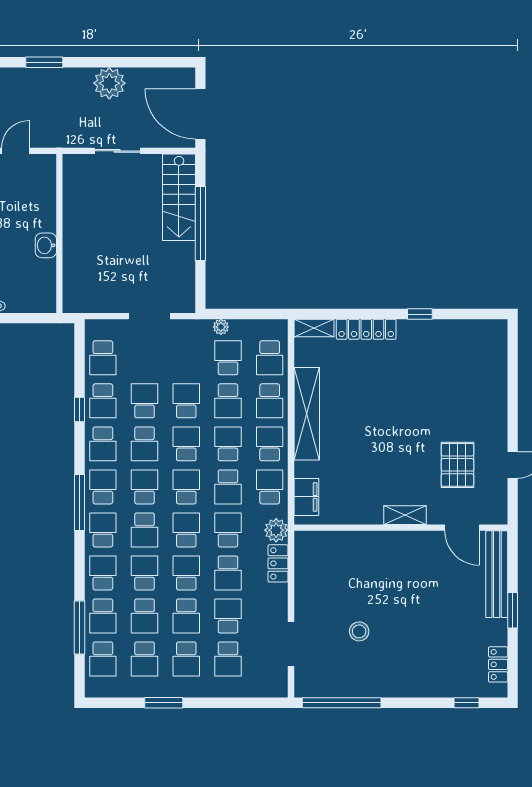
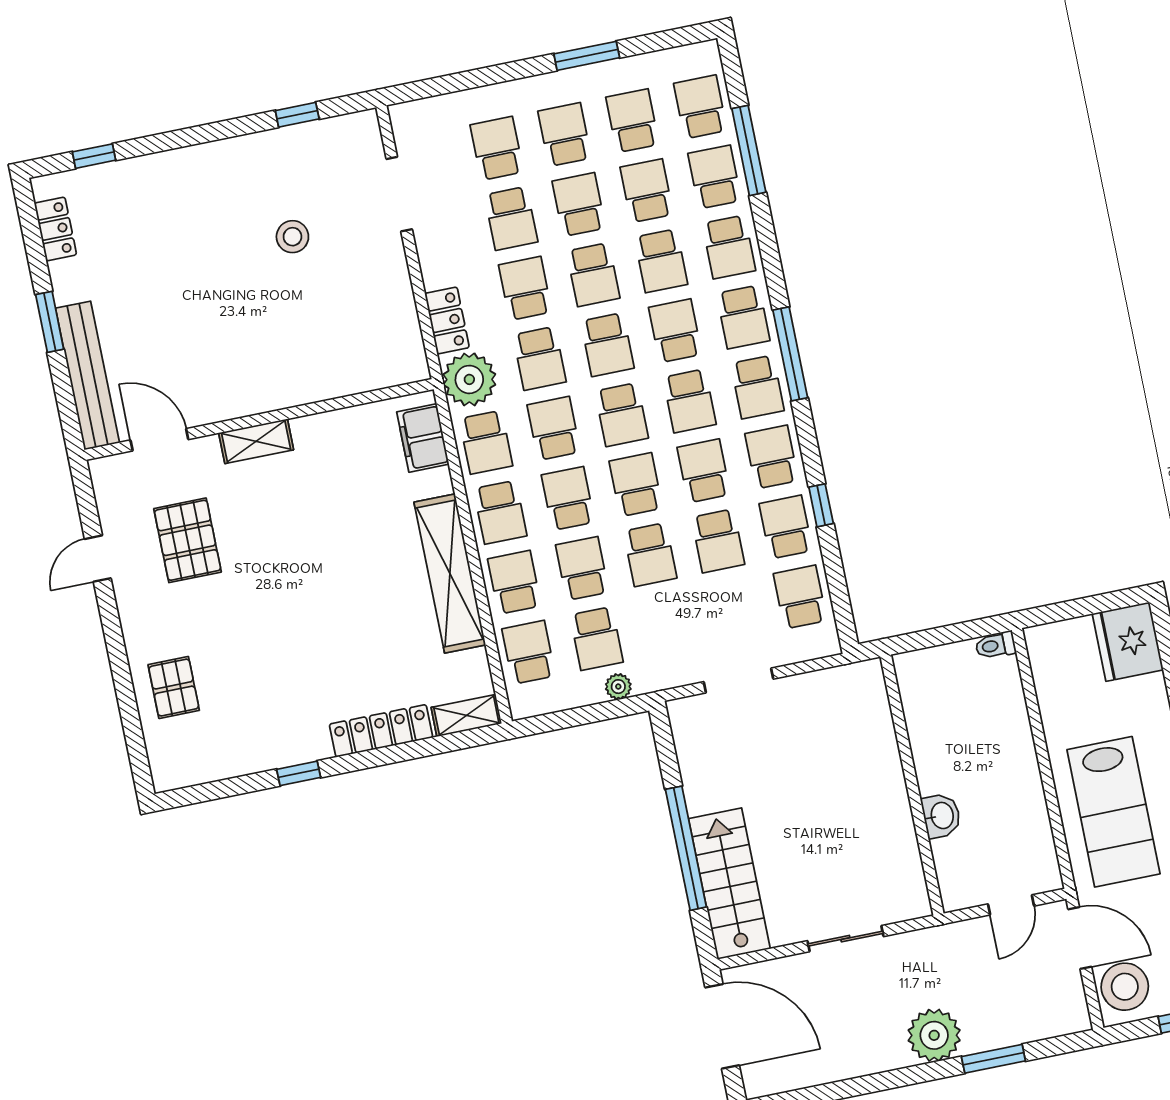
plant: (109, 83) -> (934, 1035), moved
washbasin: (46, 245) -> (941, 816), moved
pallet: (483, 380) -> (174, 688), added
school desk: (186, 444) -> (636, 485), turned 180
school desk: (228, 444) -> (568, 498), turned 180
plant: (276, 530) -> (469, 379), width x1.36, depth x1.36
window: (342, 703) -> (297, 115), width x0.32

